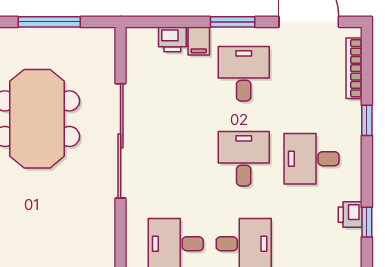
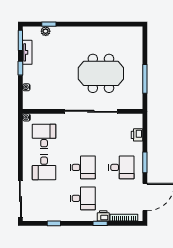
filing cabinet: (199, 41) -> (136, 147), removed
desk: (312, 159) -> (83, 198), turned 90
printer: (350, 215) -> (103, 216), moved

